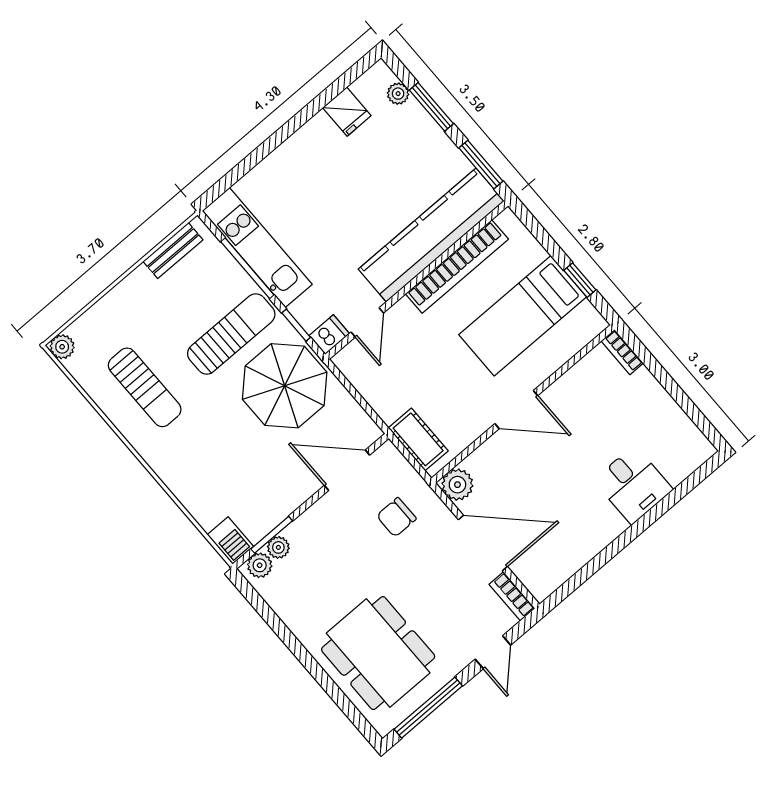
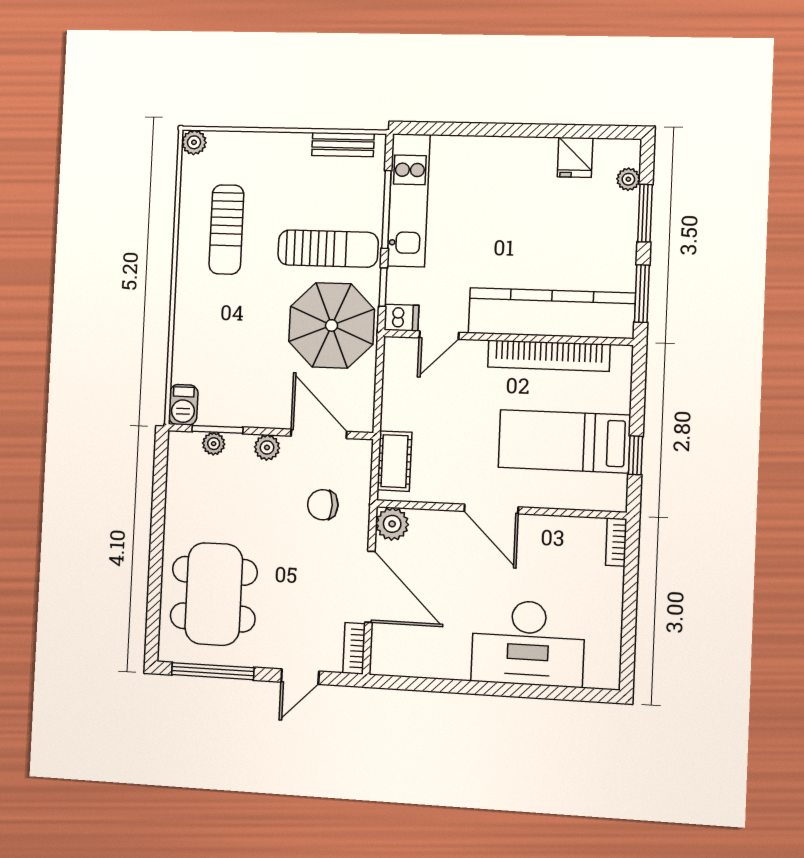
desk: (633, 485) -> (528, 643), width x1.87, depth x1.30
plant: (260, 565) -> (267, 447), moved

